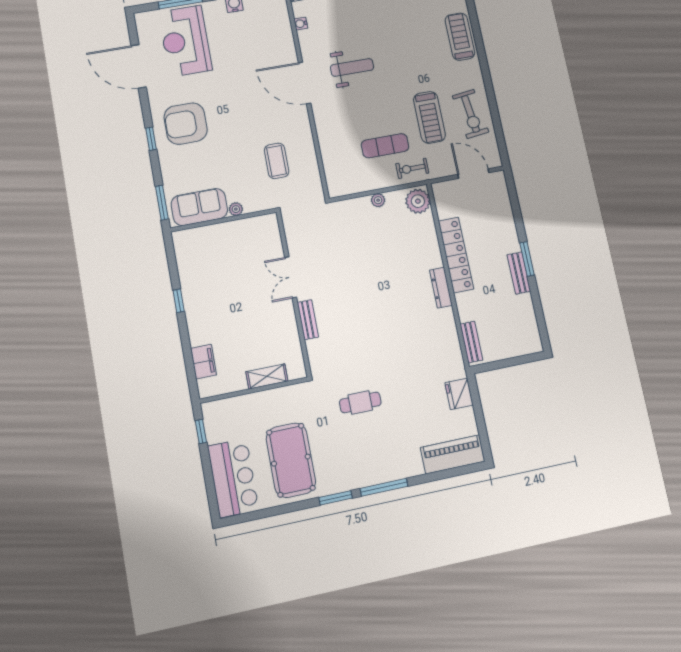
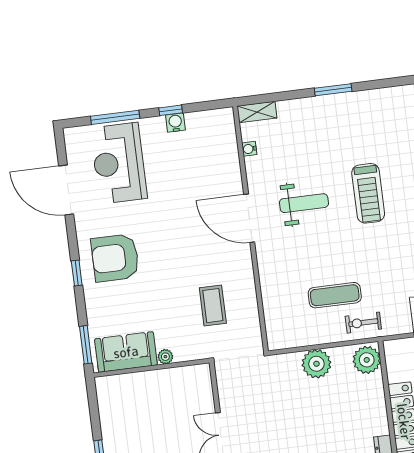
treadmill: (429, 117) -> (368, 193), moved
plant: (378, 200) -> (316, 364), width x1.88, depth x1.88

